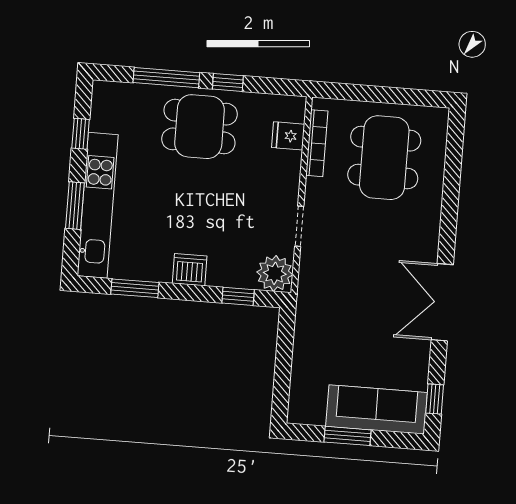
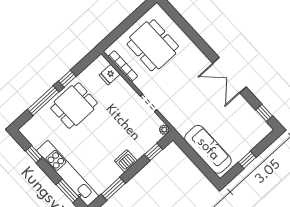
window: (75, 206) -> (68, 191), moved
plant: (275, 273) -> (164, 130), width x0.53, depth x0.53
sofa: (377, 409) -> (208, 149), moved, turned 90
window: (347, 436) -> (247, 160), width x0.67

